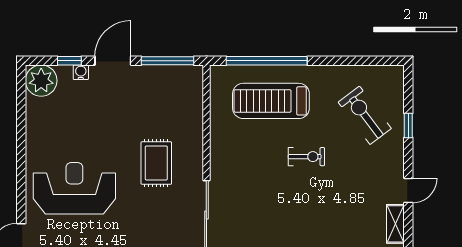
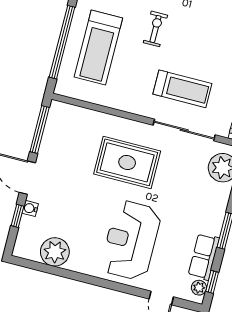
plant: (41, 81) -> (55, 252), moved
rug: (156, 163) -> (127, 162), width x1.36, depth x1.43
treadmill: (250, 202) -> (182, 89), added

